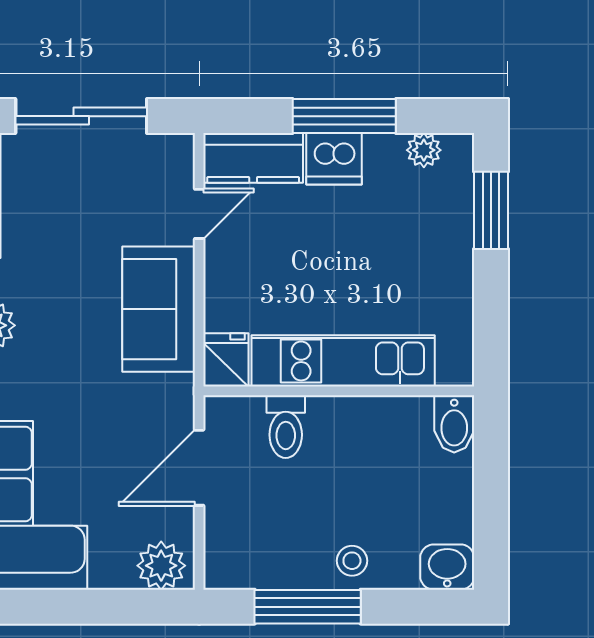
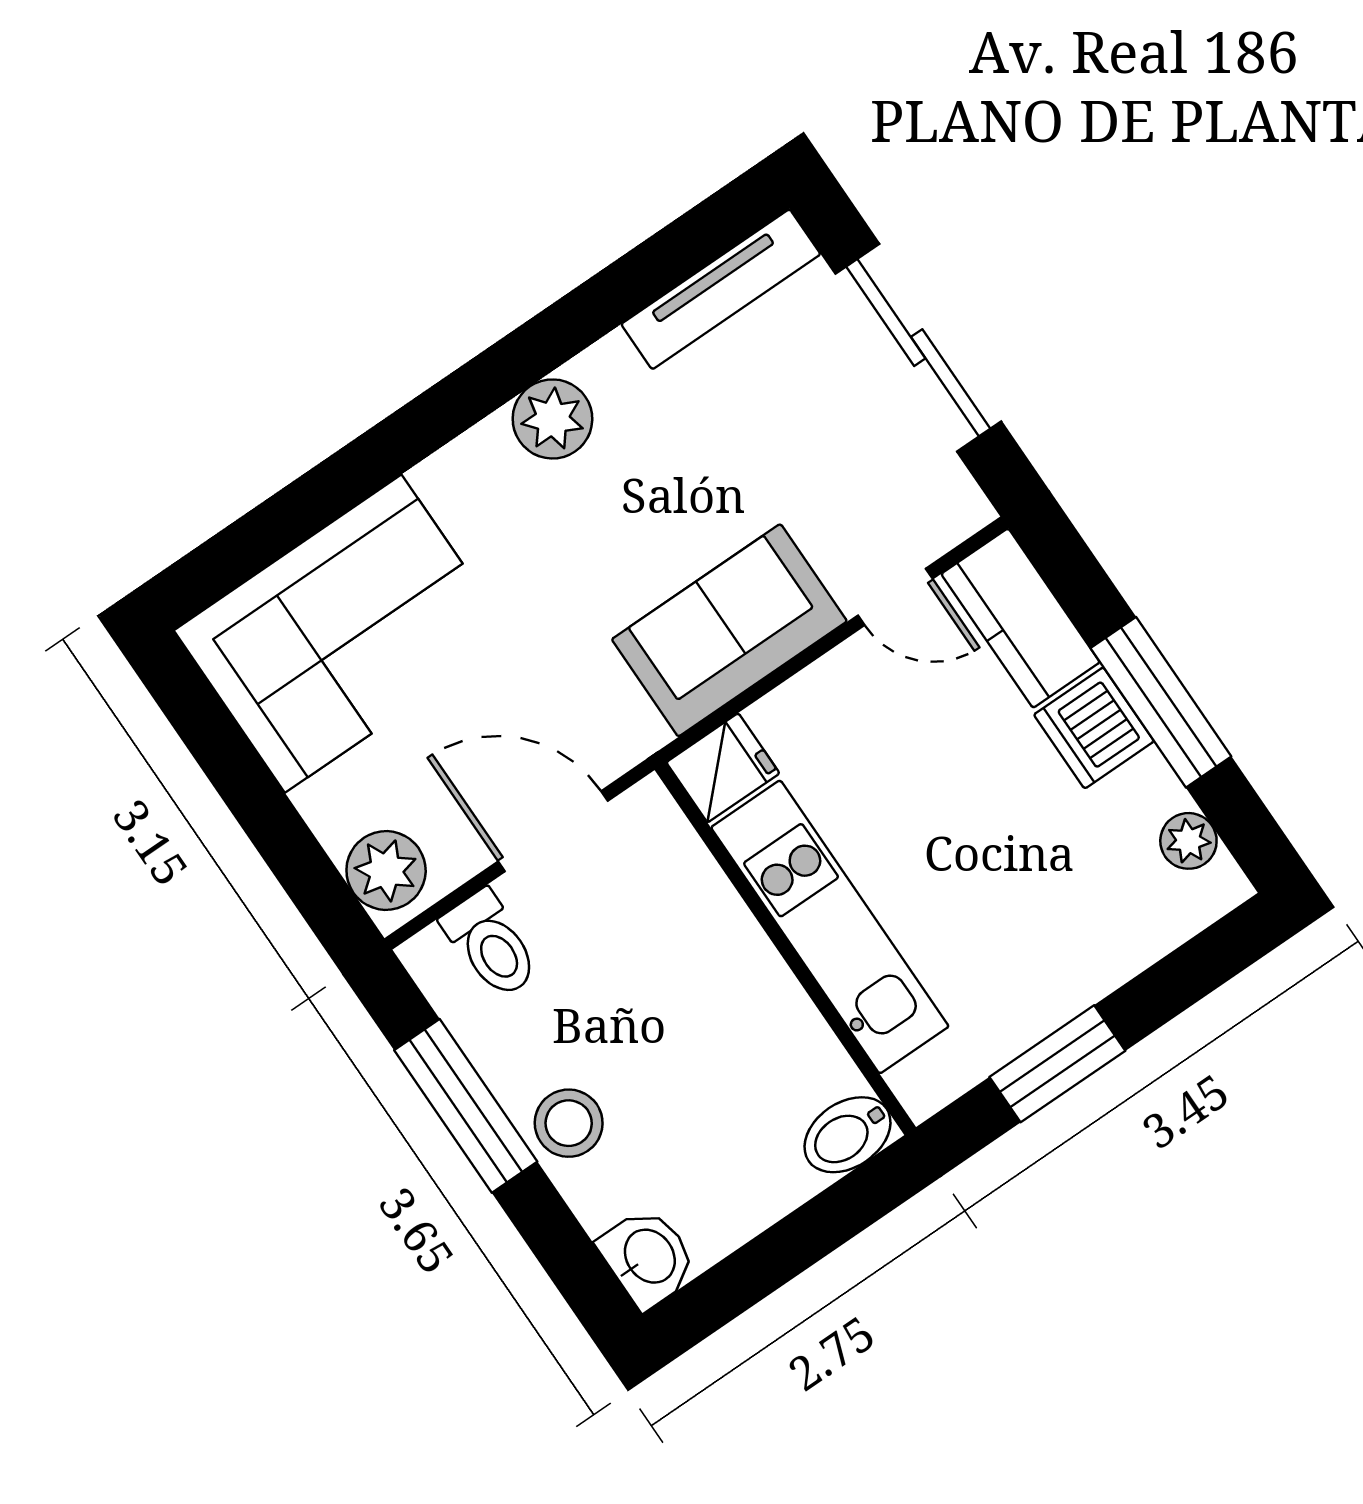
window: (491, 210) -> (1057, 1064), moved
toilet: (286, 427) -> (491, 944), moved, turned -90
stool: (352, 561) -> (569, 1123), width x1.37, depth x1.37

